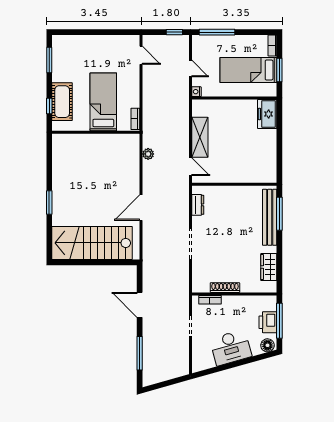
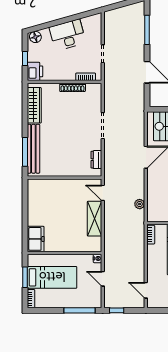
wardrobe: (269, 267) -> (34, 105), width x1.50
window: (279, 321) -> (25, 58), width x0.46
printer: (268, 322) -> (35, 71), moved

